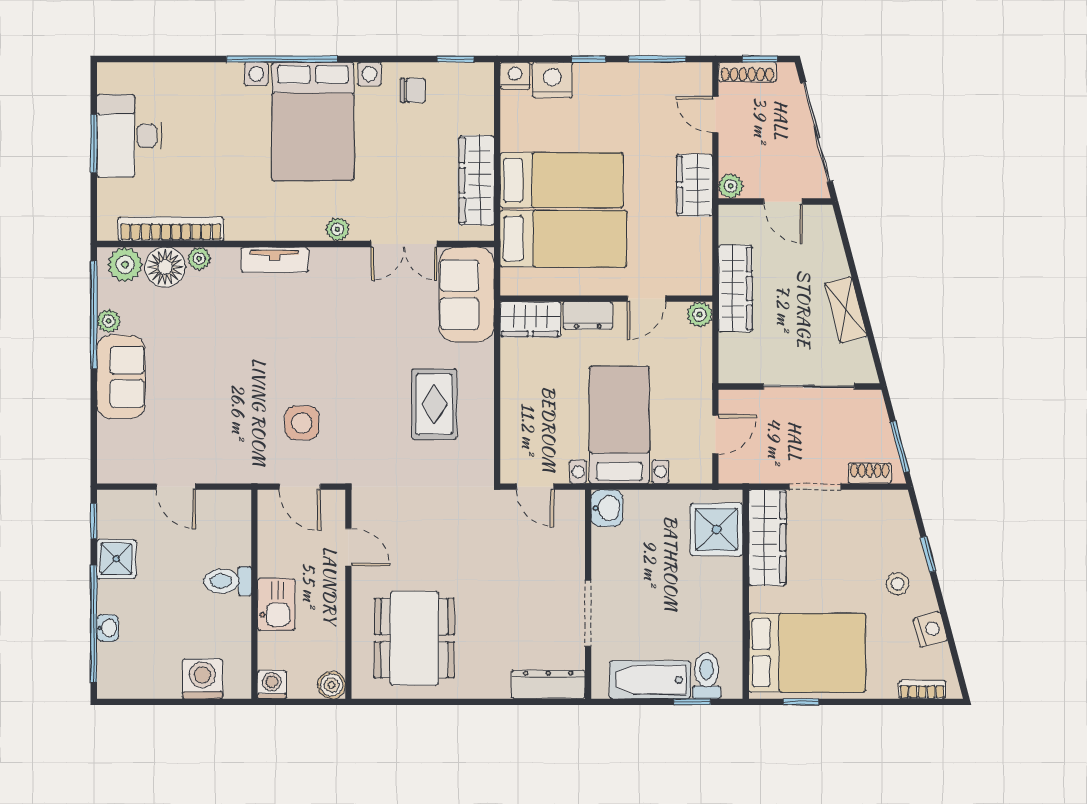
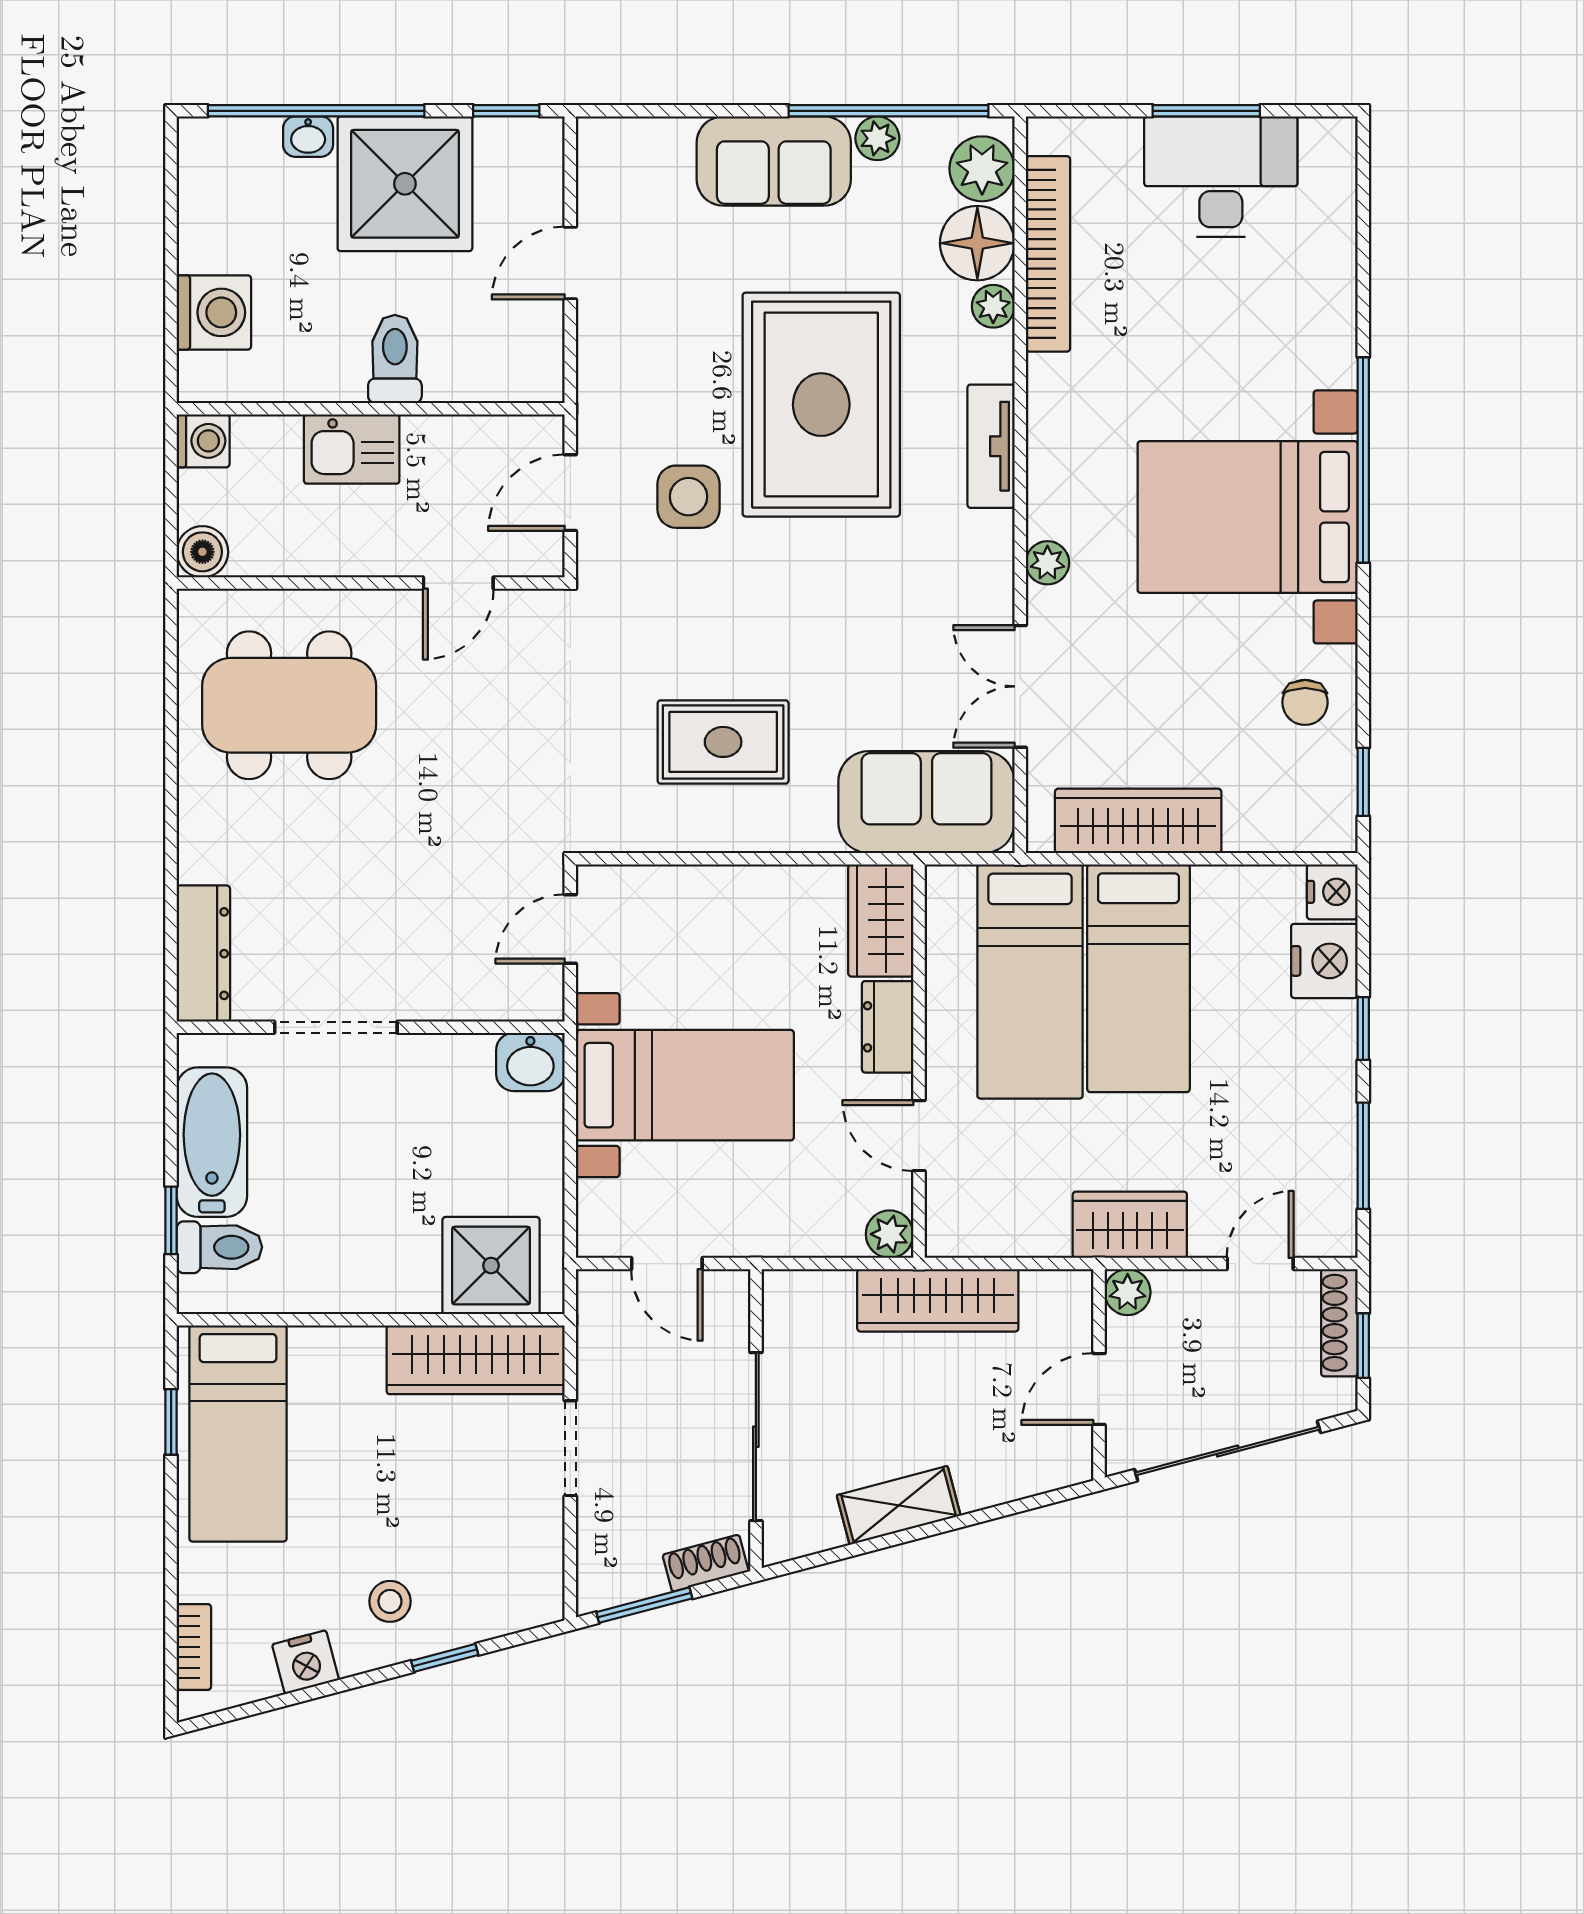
rug: (252, 351) -> (821, 405), added
shoe rack: (870, 473) -> (706, 1563), moved, turned -105
shower: (116, 559) -> (405, 184), width x1.86, depth x1.86
bed: (807, 653) -> (238, 1433), width x0.67

